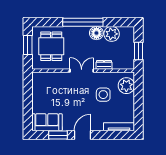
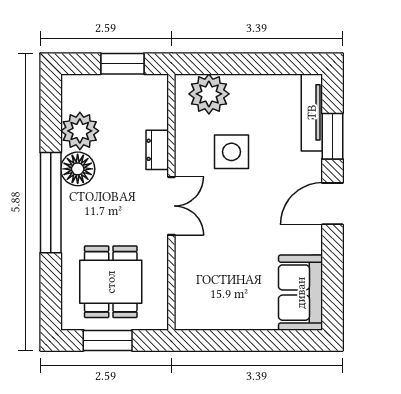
dining table: (51, 46) -> (111, 282), turned 90
double door: (82, 71) -> (171, 206), swing flipped
window: (58, 135) -> (332, 136), moved
door: (82, 135) -> (332, 204), hinge flipped

